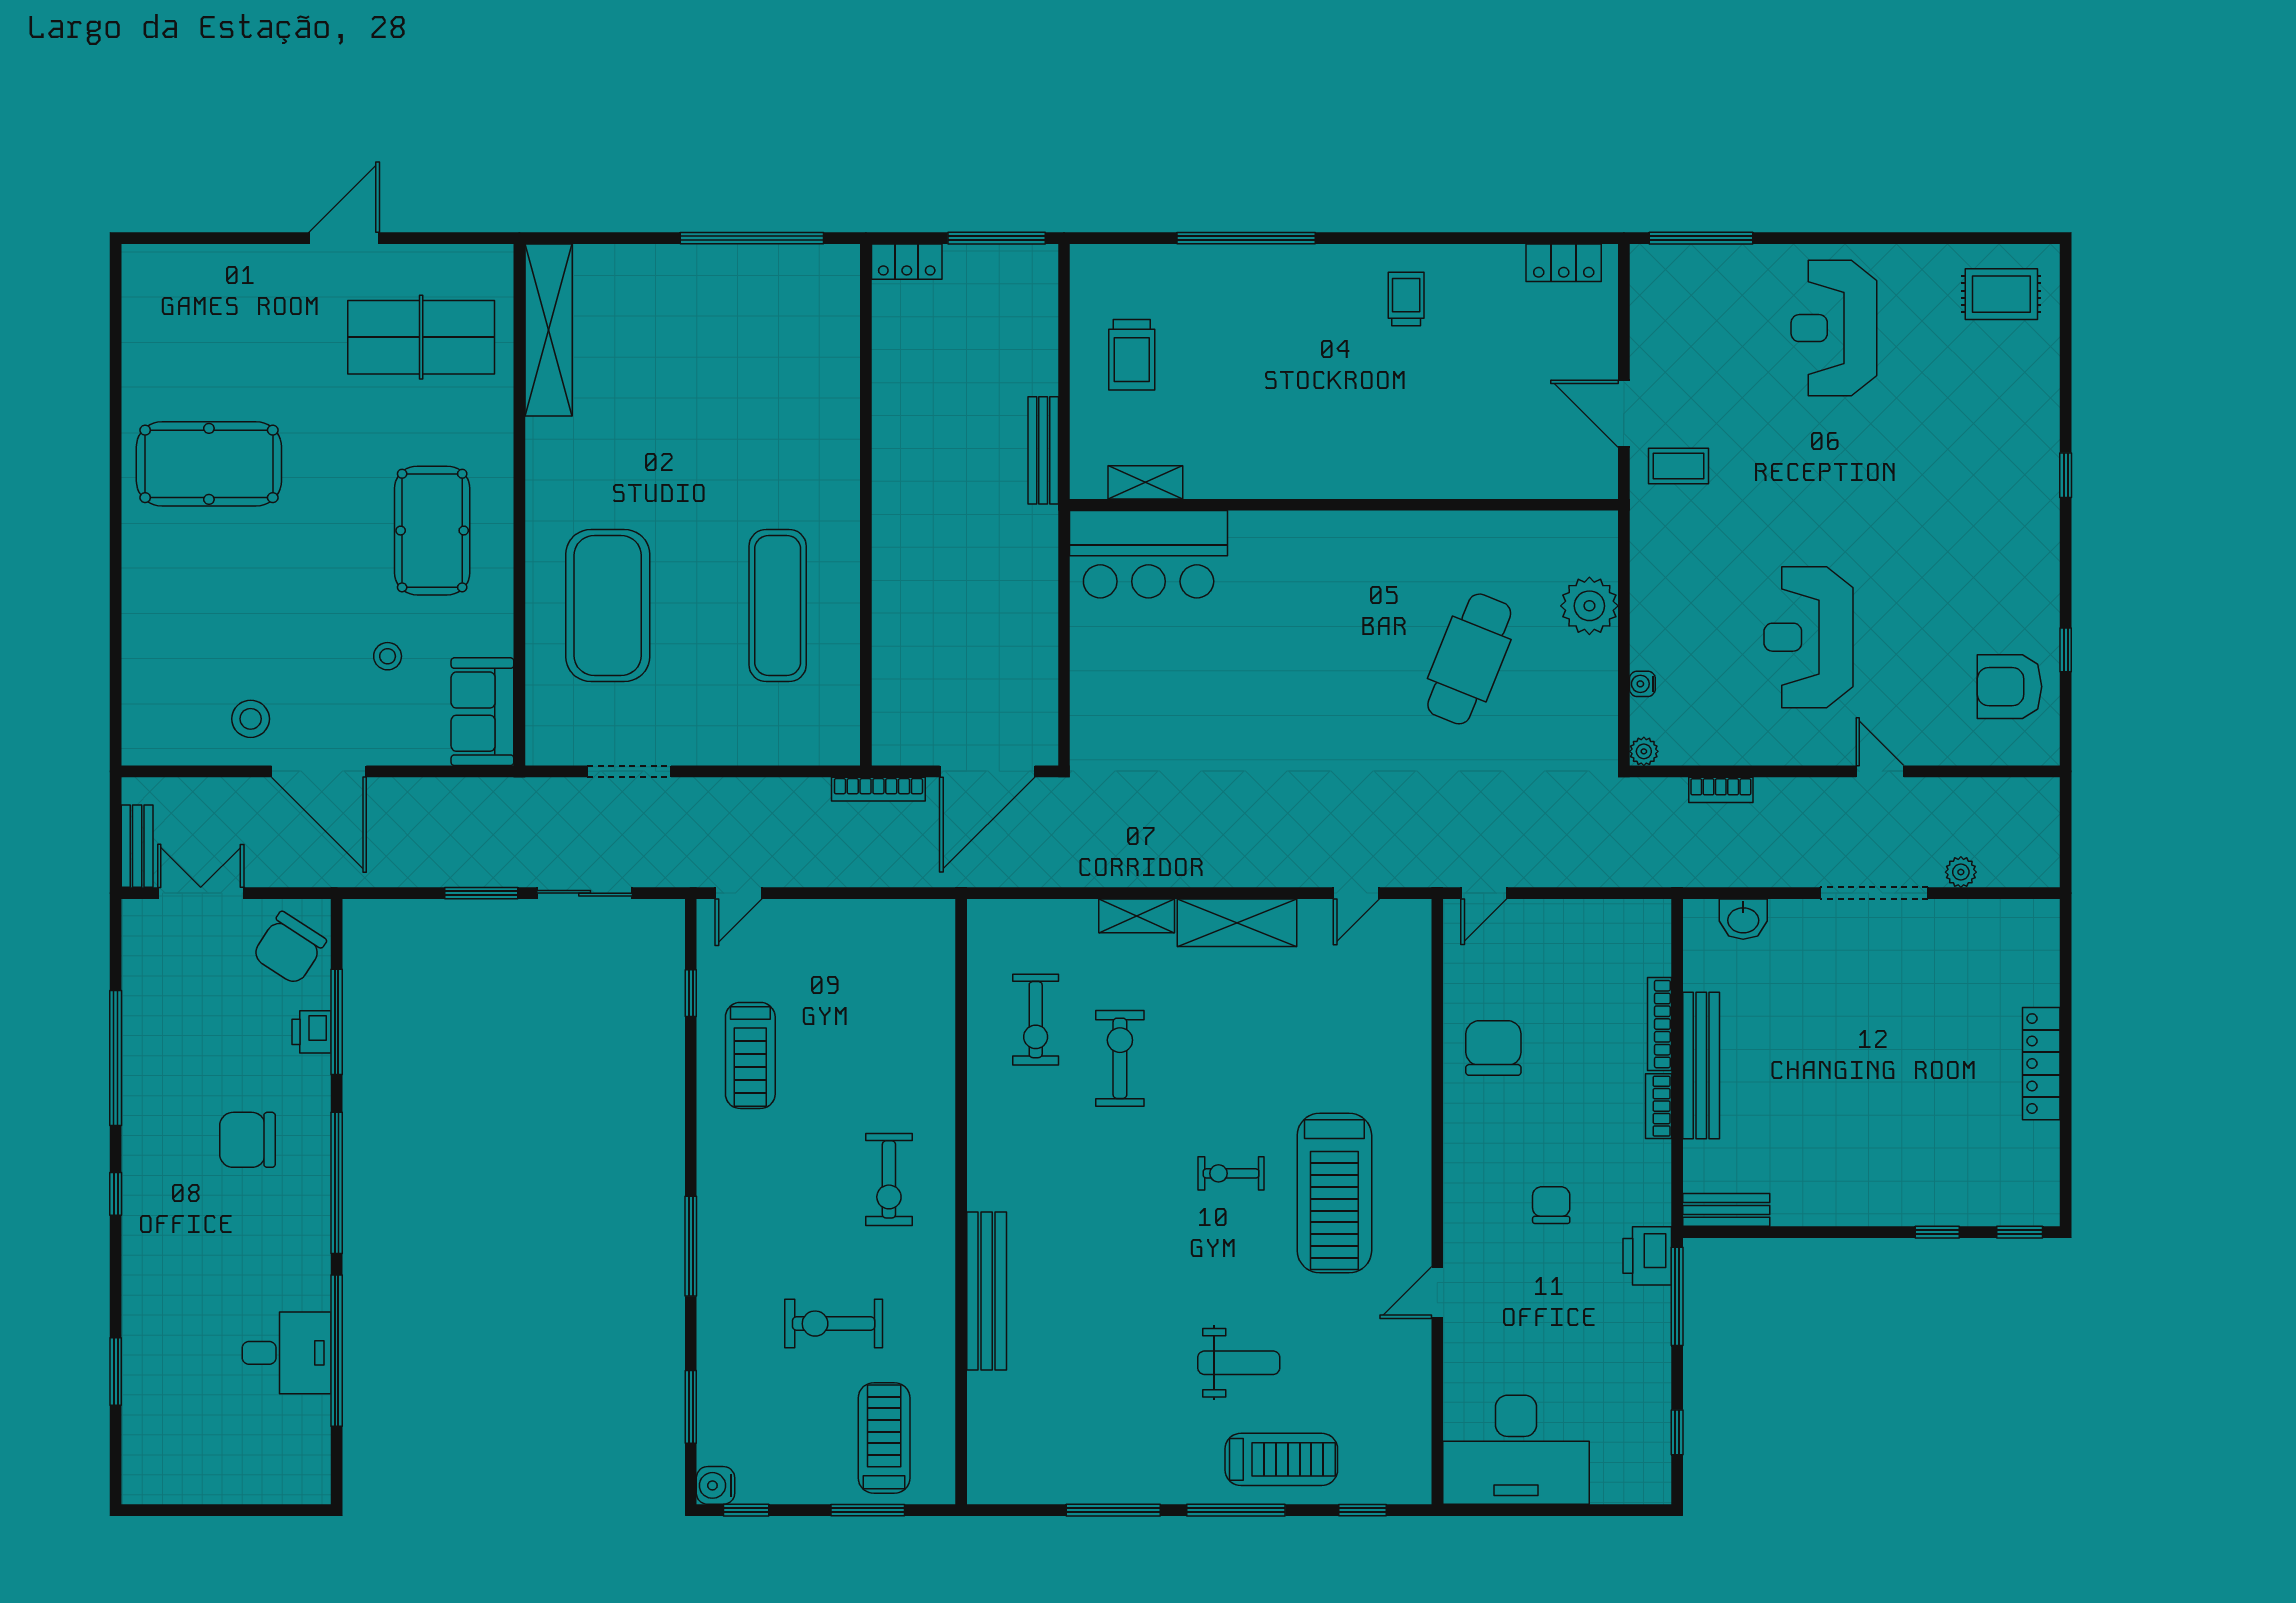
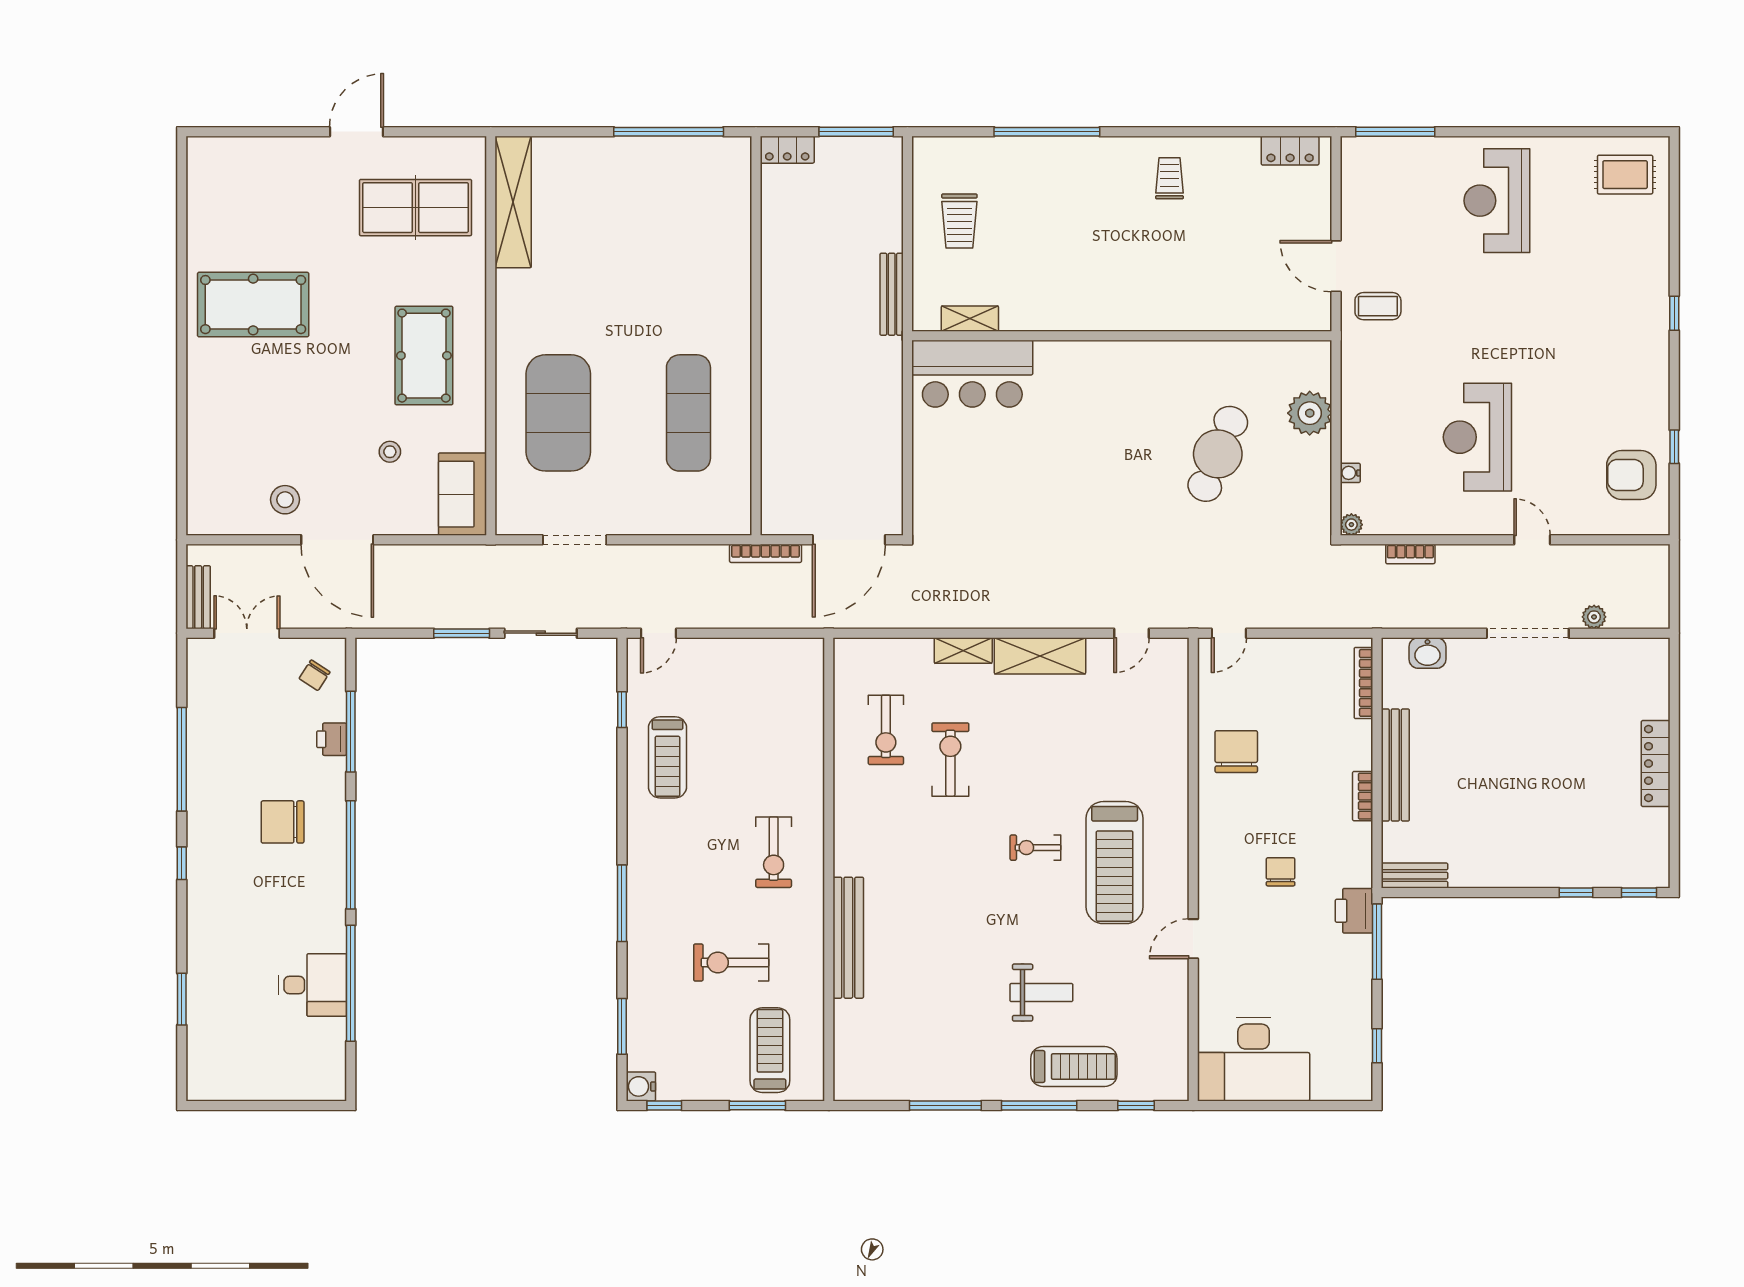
chair: (289, 948) -> (315, 675), width x0.54, depth x0.54
bookcase: (1660, 1024) -> (1363, 683), moved

